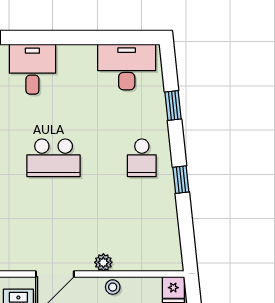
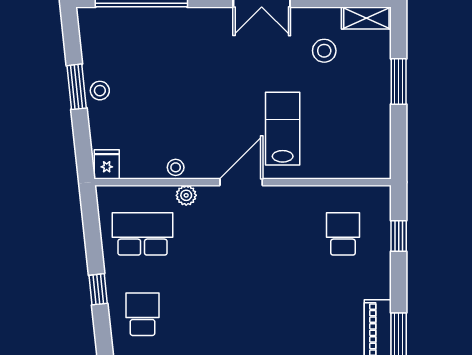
school desk: (54, 158) -> (143, 234), moved

